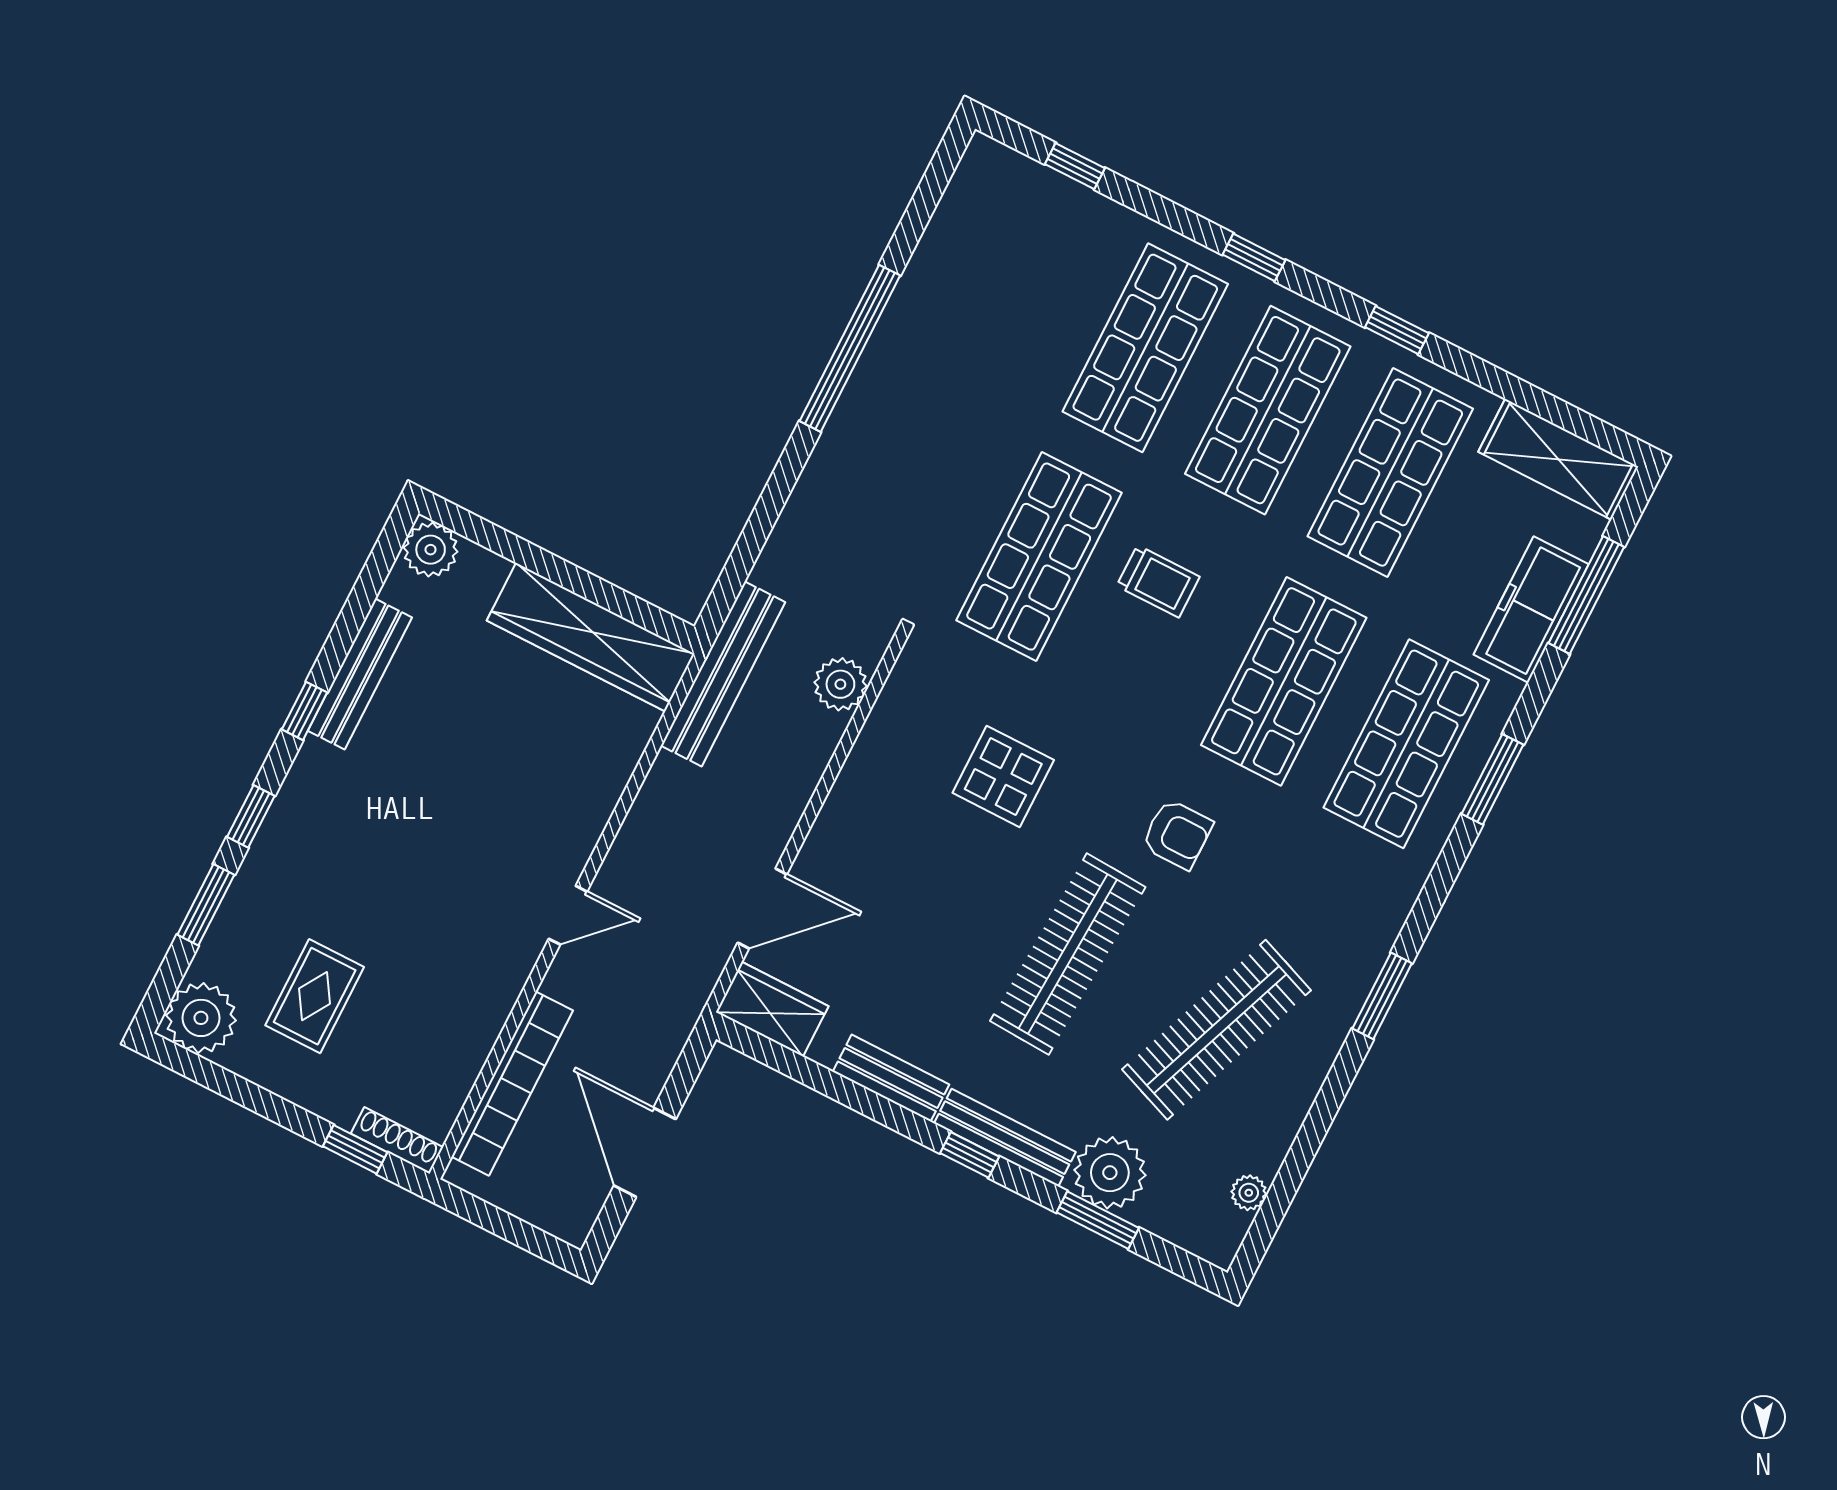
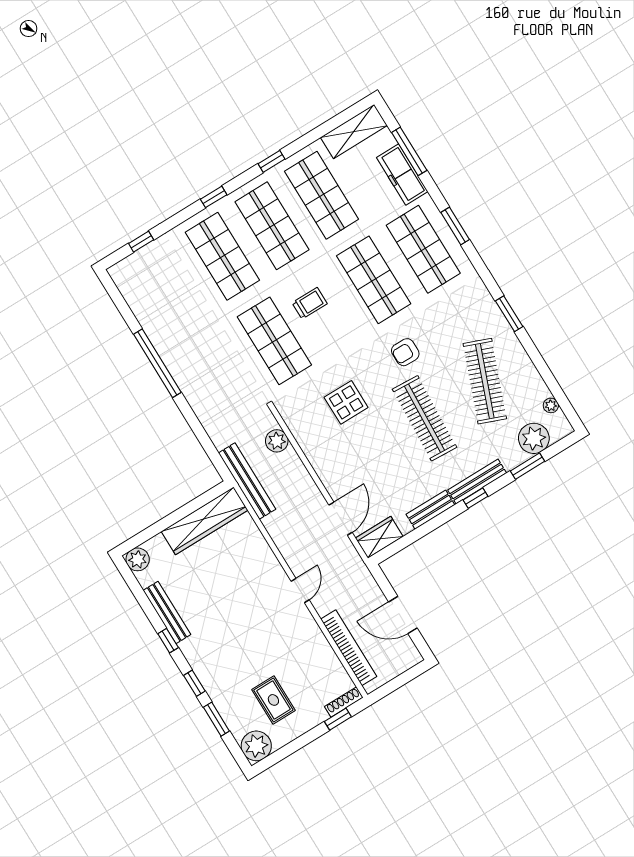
armchair: (1177, 834) -> (405, 352), turned 180
plant: (1110, 1173) -> (534, 438), moved

